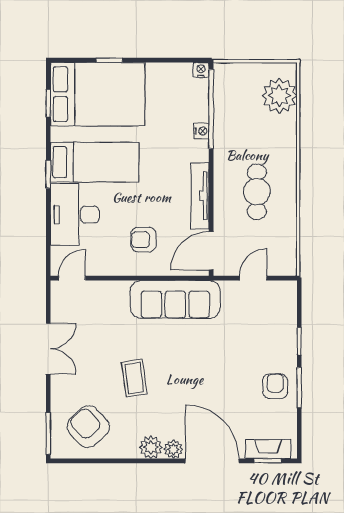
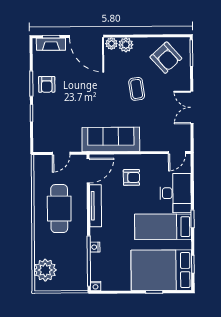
cafe table: (257, 192) -> (59, 209), width x1.37, depth x1.35

